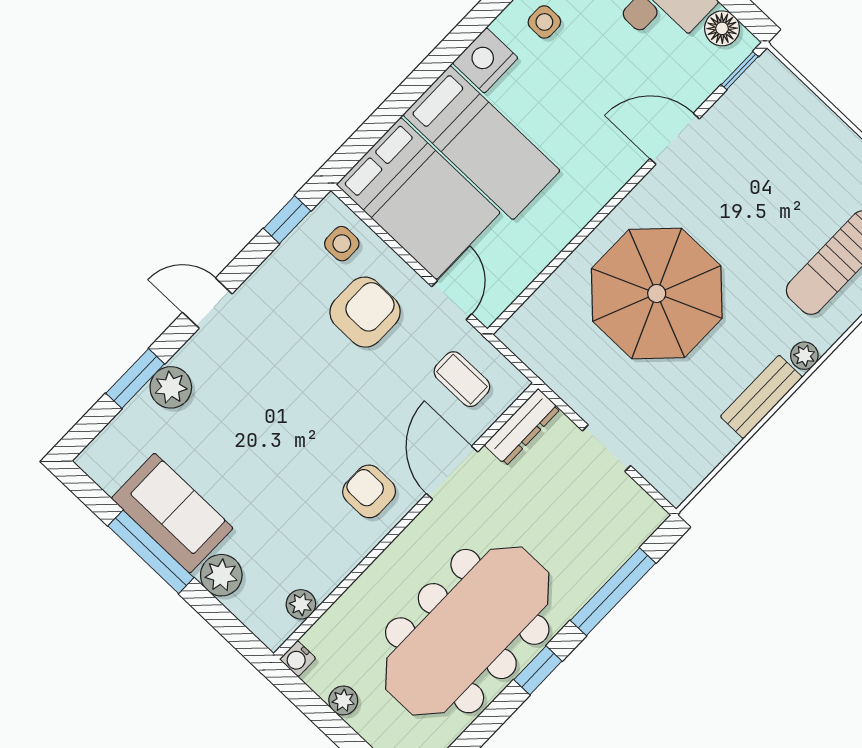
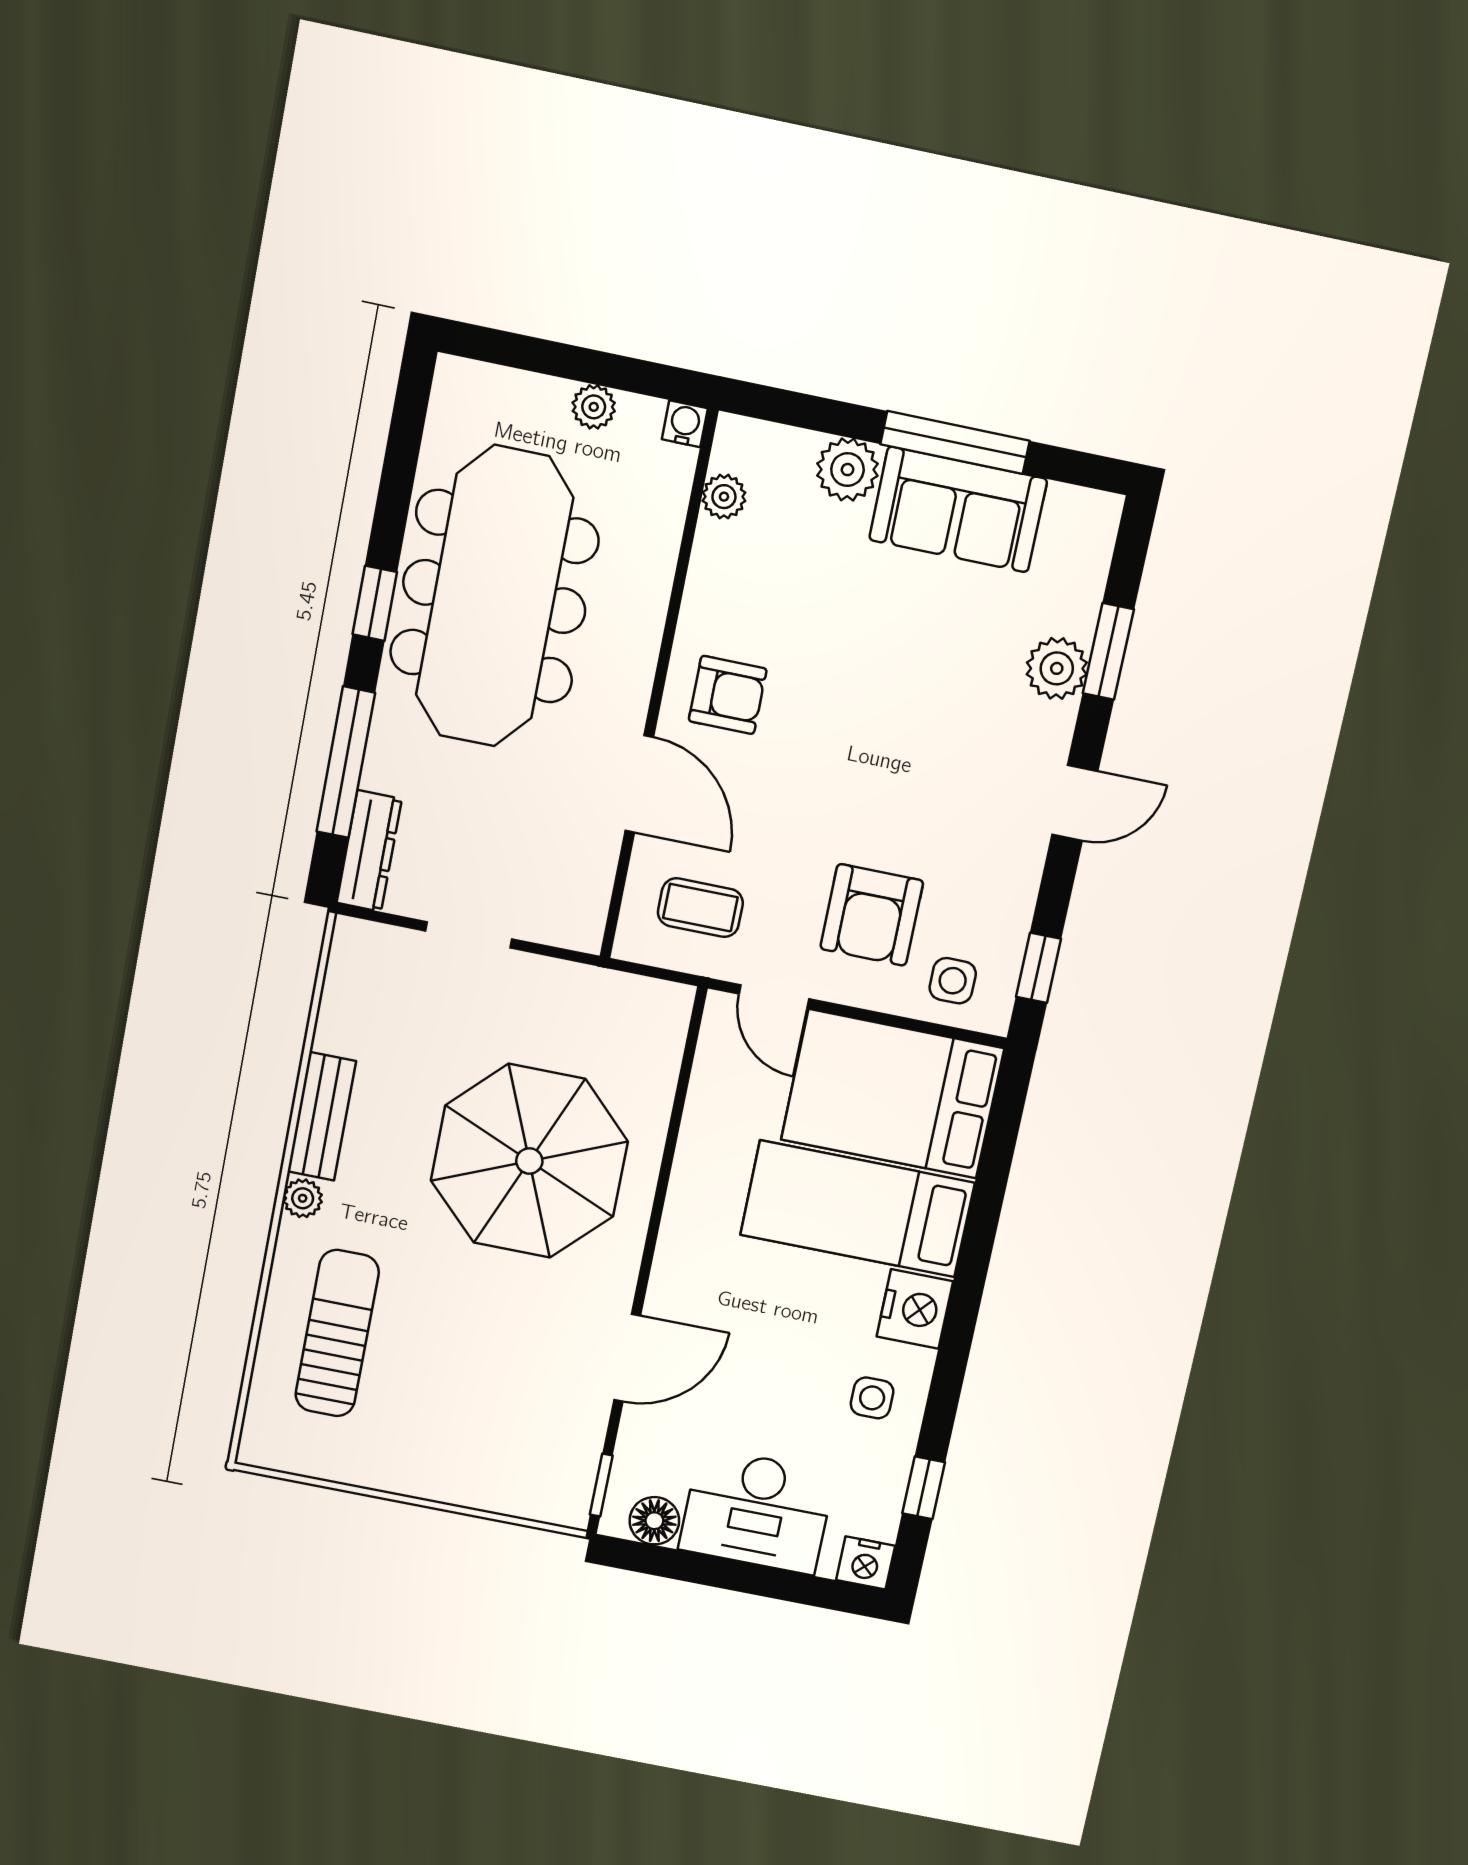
dresser: (522, 427) -> (369, 851), moved, turned 180

